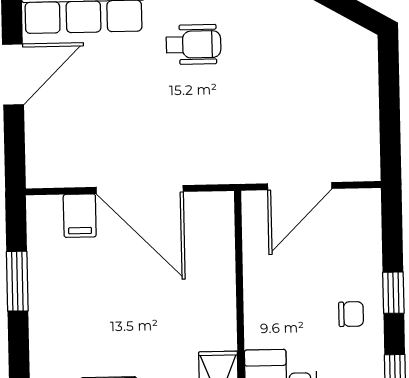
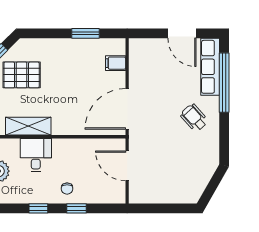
wheelchair: (194, 44) -> (194, 118), turned 138
door: (140, 189) -> (127, 109), moved

